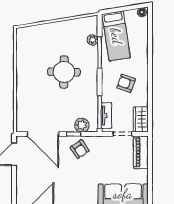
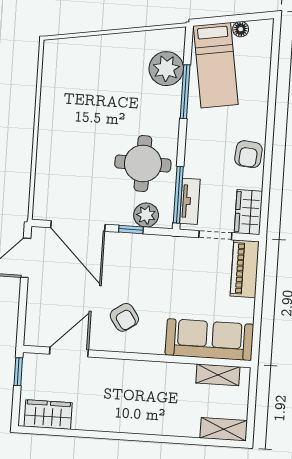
floor lamp: (142, 12) -> (241, 29), moved
plant: (92, 40) -> (166, 69), width x1.88, depth x1.88
round table: (64, 72) -> (143, 164), moved
armchair: (126, 83) -> (248, 154), moved, turned -105
armchair: (80, 149) -> (124, 317), moved

